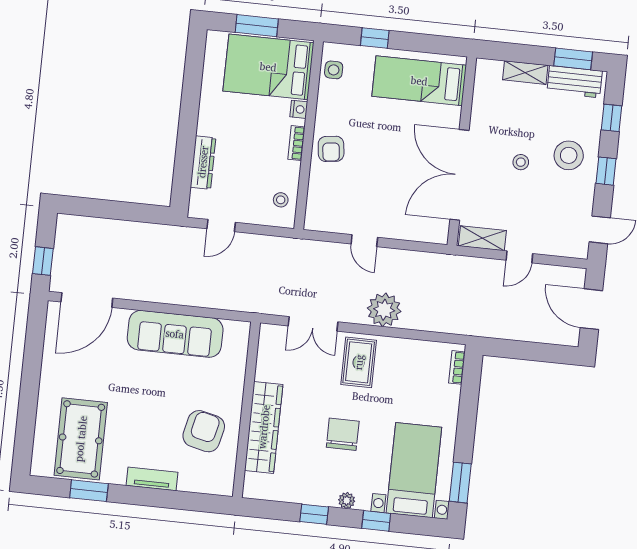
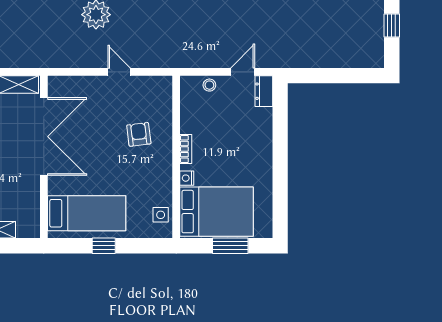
window: (375, 38) -> (104, 246), moved
armchair: (331, 149) -> (139, 134), moved
dresser: (203, 162) -> (264, 91), moved, width x0.70
stool: (281, 200) -> (209, 85), moved

